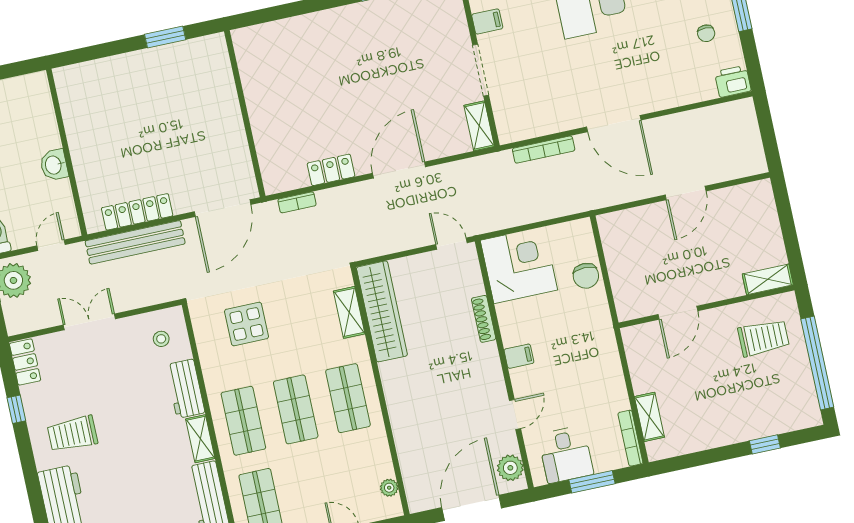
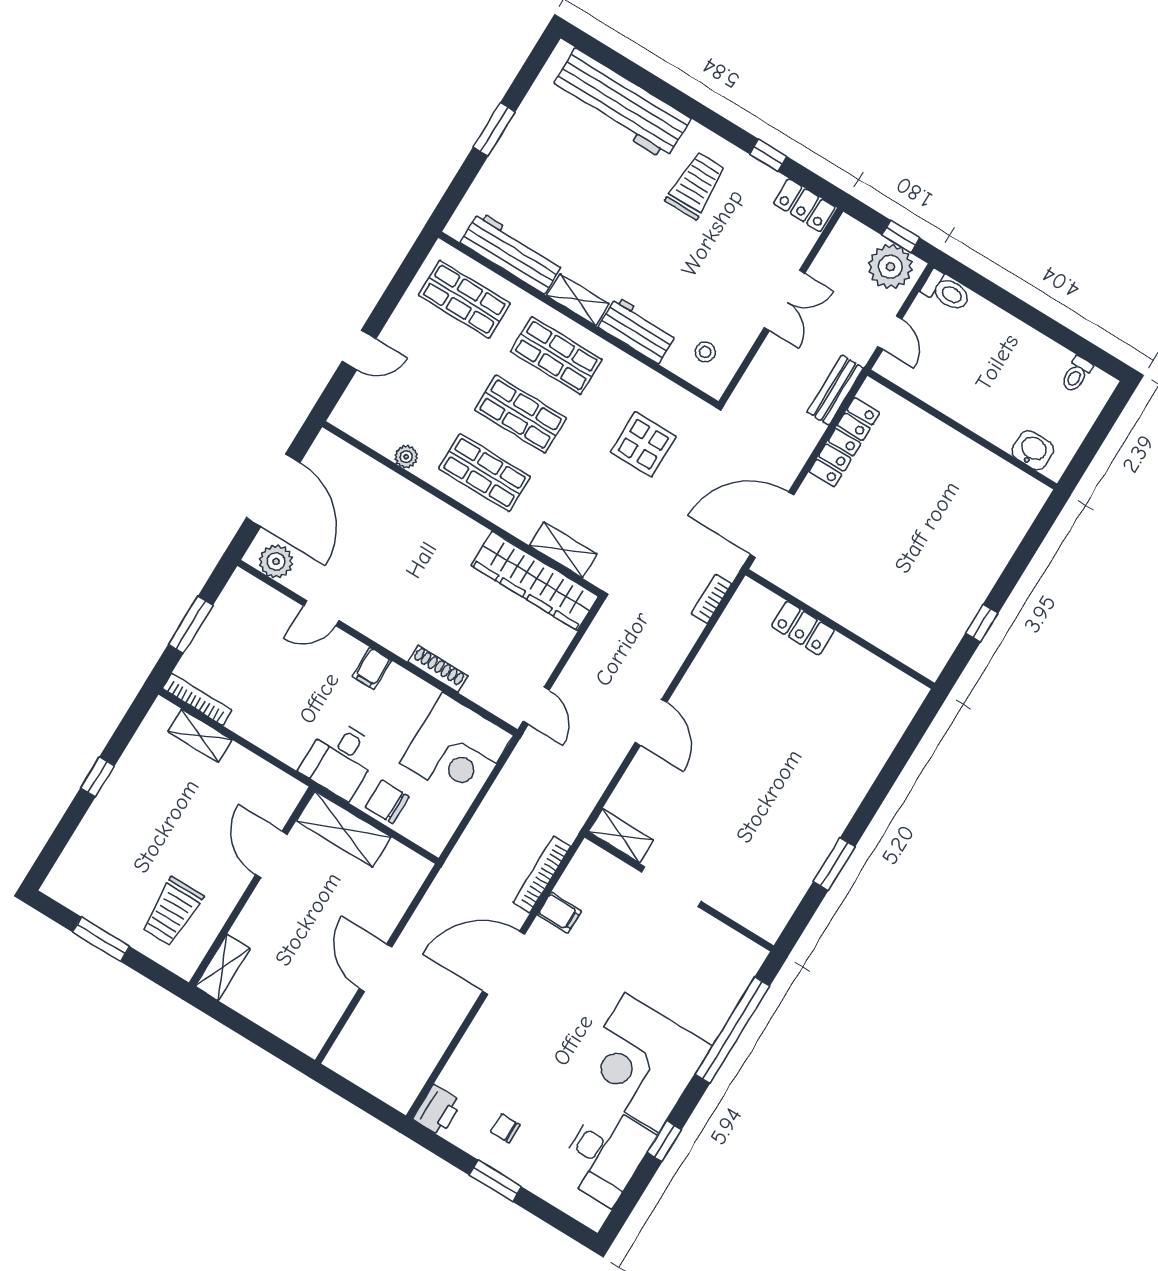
filing cabinet: (487, 21) -> (559, 913), moved, turned -90
window: (165, 37) -> (982, 623), width x0.67
washbasin: (54, 165) -> (1033, 450), moved
locker: (331, 170) -> (803, 628), moved, turned 90
door: (399, 170) -> (651, 722), width x0.73
door: (223, 208) -> (772, 525), hinge flipped
bench: (135, 242) -> (835, 390), width x0.54, depth x0.82
door: (452, 244) -> (536, 706), hinge flipped
shelving: (625, 286) -> (344, 829), added
window: (817, 363) -> (101, 939), width x0.47
door: (515, 414) -> (321, 613), hinge flipped
window: (765, 444) -> (97, 777), moved
desk: (566, 454) -> (340, 759), moved, turned -90
plant: (389, 488) -> (406, 457), moved

